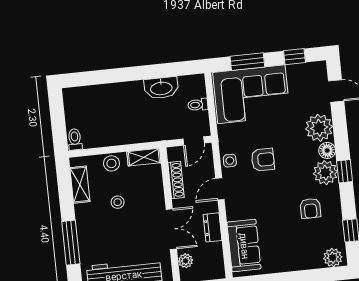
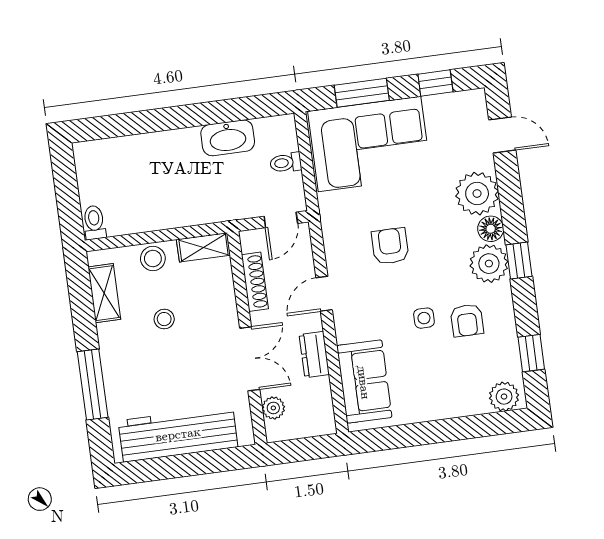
armchair: (263, 160) -> (390, 246), turned -90
side table: (230, 161) -> (424, 318), moved

